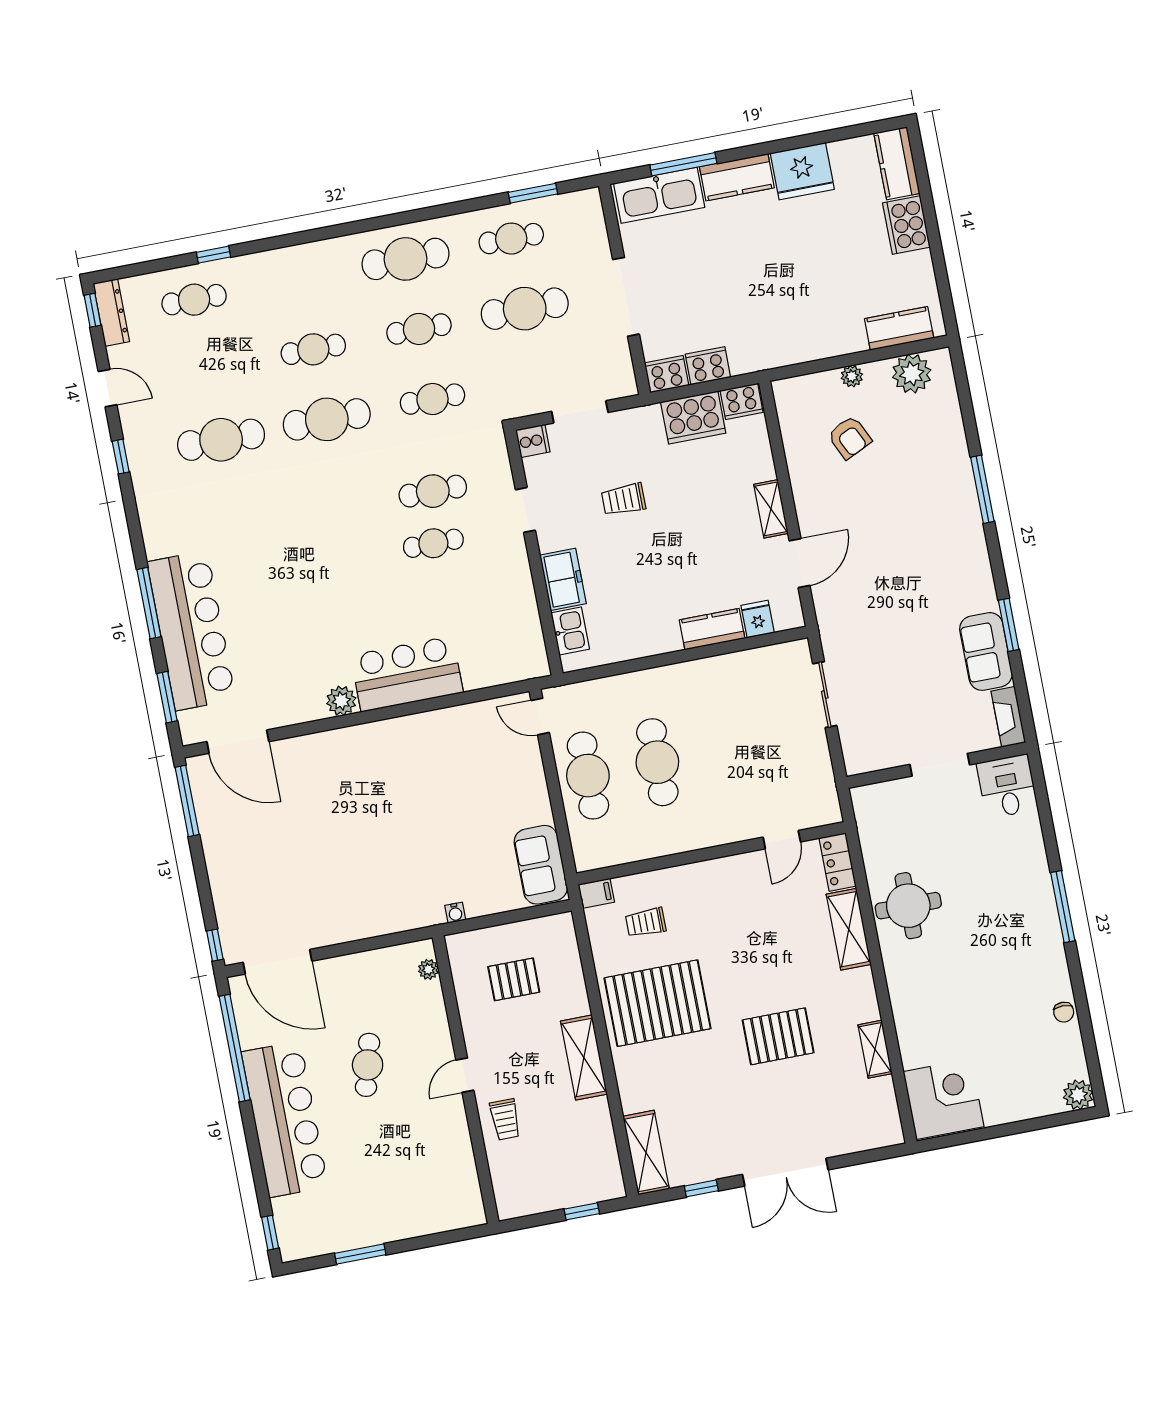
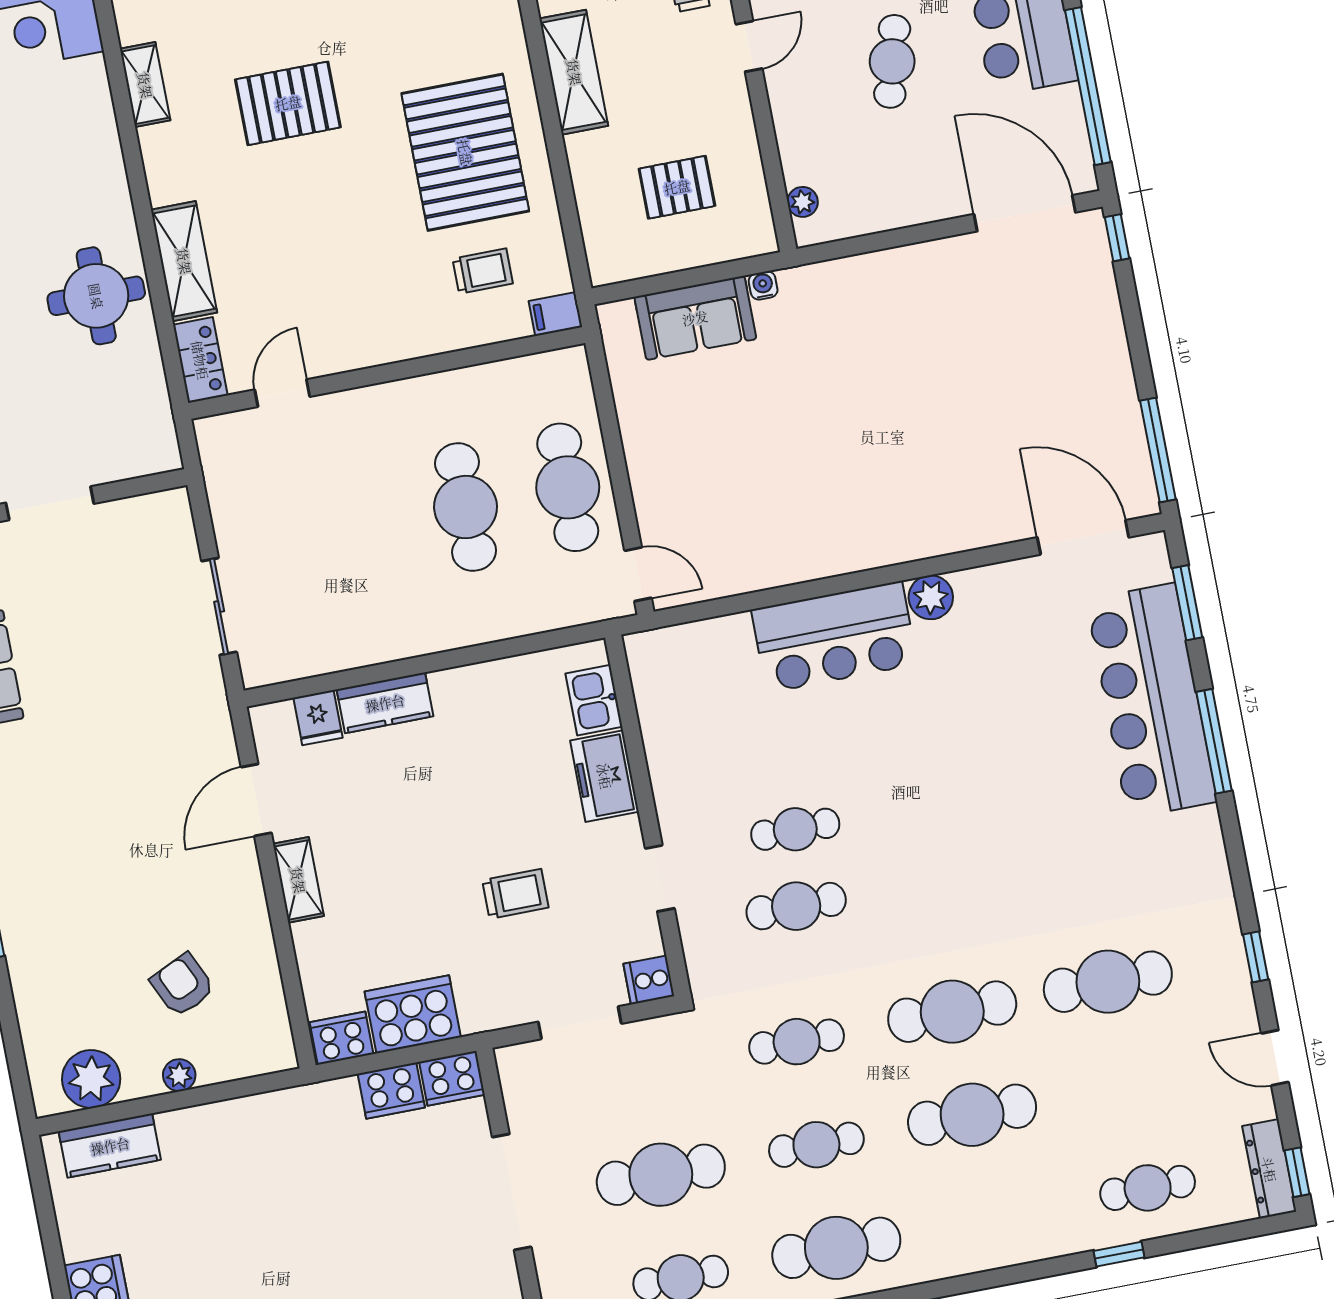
cafe table: (313, 349) -> (972, 1115), width x1.37, depth x1.35
sofa: (541, 865) -> (695, 318), moved, turned 90
pallet: (658, 1003) -> (465, 152), turned 90

